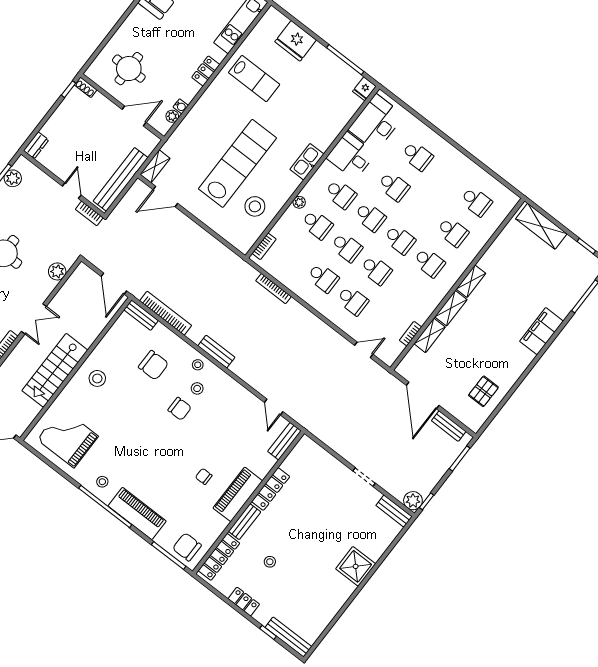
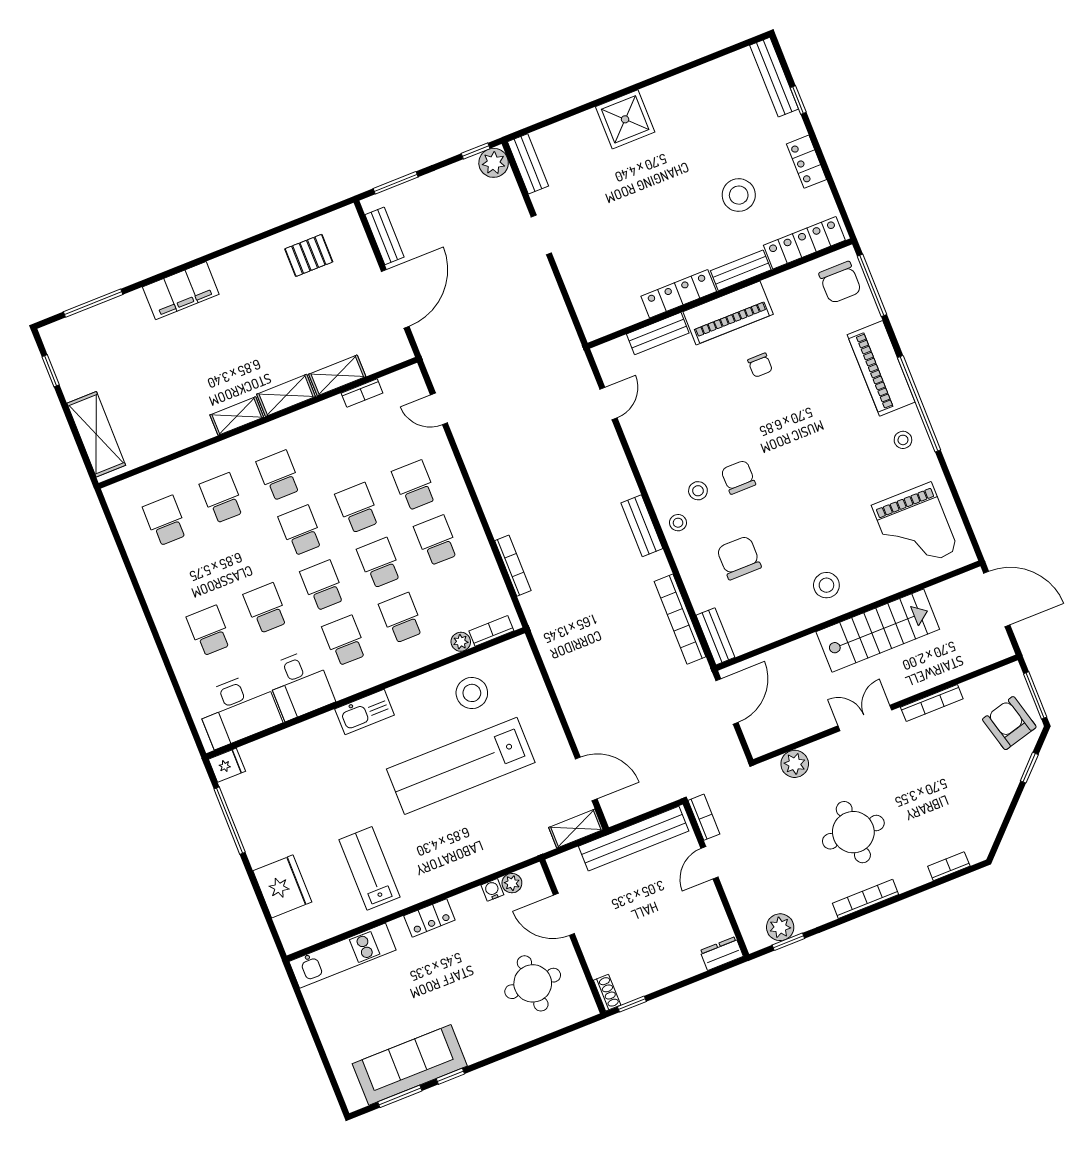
plant: (299, 202) -> (461, 642), moved
bench: (284, 441) -> (658, 334), moved
stool: (270, 562) -> (739, 195), width x1.89, depth x1.89

